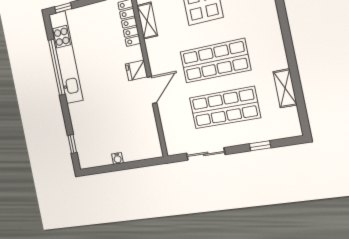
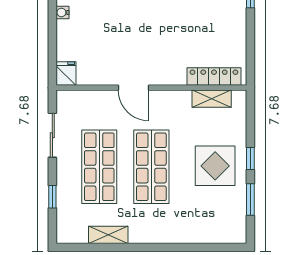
fridge: (136, 70) -> (66, 74), moved
water cooler: (117, 158) -> (62, 12), moved

